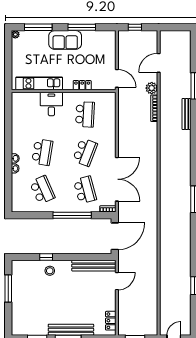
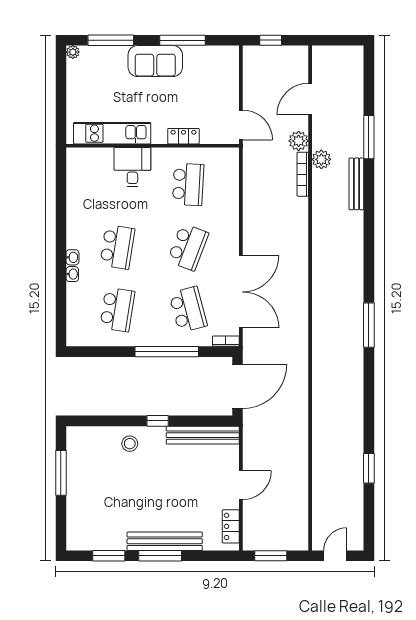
plant: (165, 99) -> (321, 159), added
school desk: (42, 190) -> (117, 310), turned 33
window: (46, 257) -> (158, 421), moved
door: (117, 281) -> (241, 485), moved

